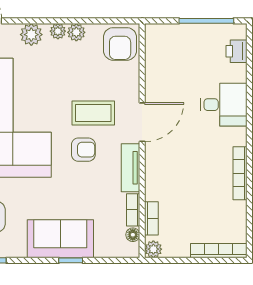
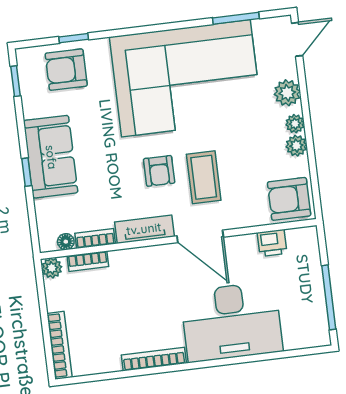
printer: (237, 51) -> (272, 243), moved, turned 180
desk: (224, 105) -> (231, 322), width x1.87, depth x1.30

